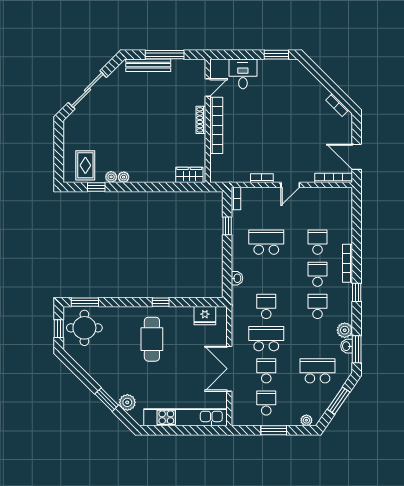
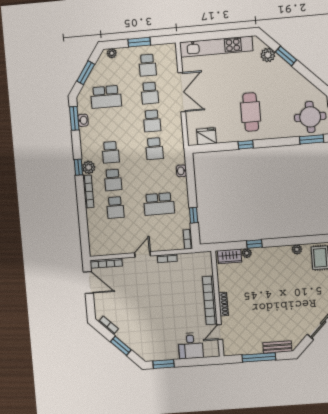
bench: (148, 65) -> (277, 347), width x0.73
window: (325, 80) -> (121, 346), added
plant: (124, 177) -> (247, 253), moved
window: (96, 187) -> (254, 244), moved
plant: (345, 330) -> (89, 167), moved
school desk: (266, 339) -> (152, 121), width x0.54

